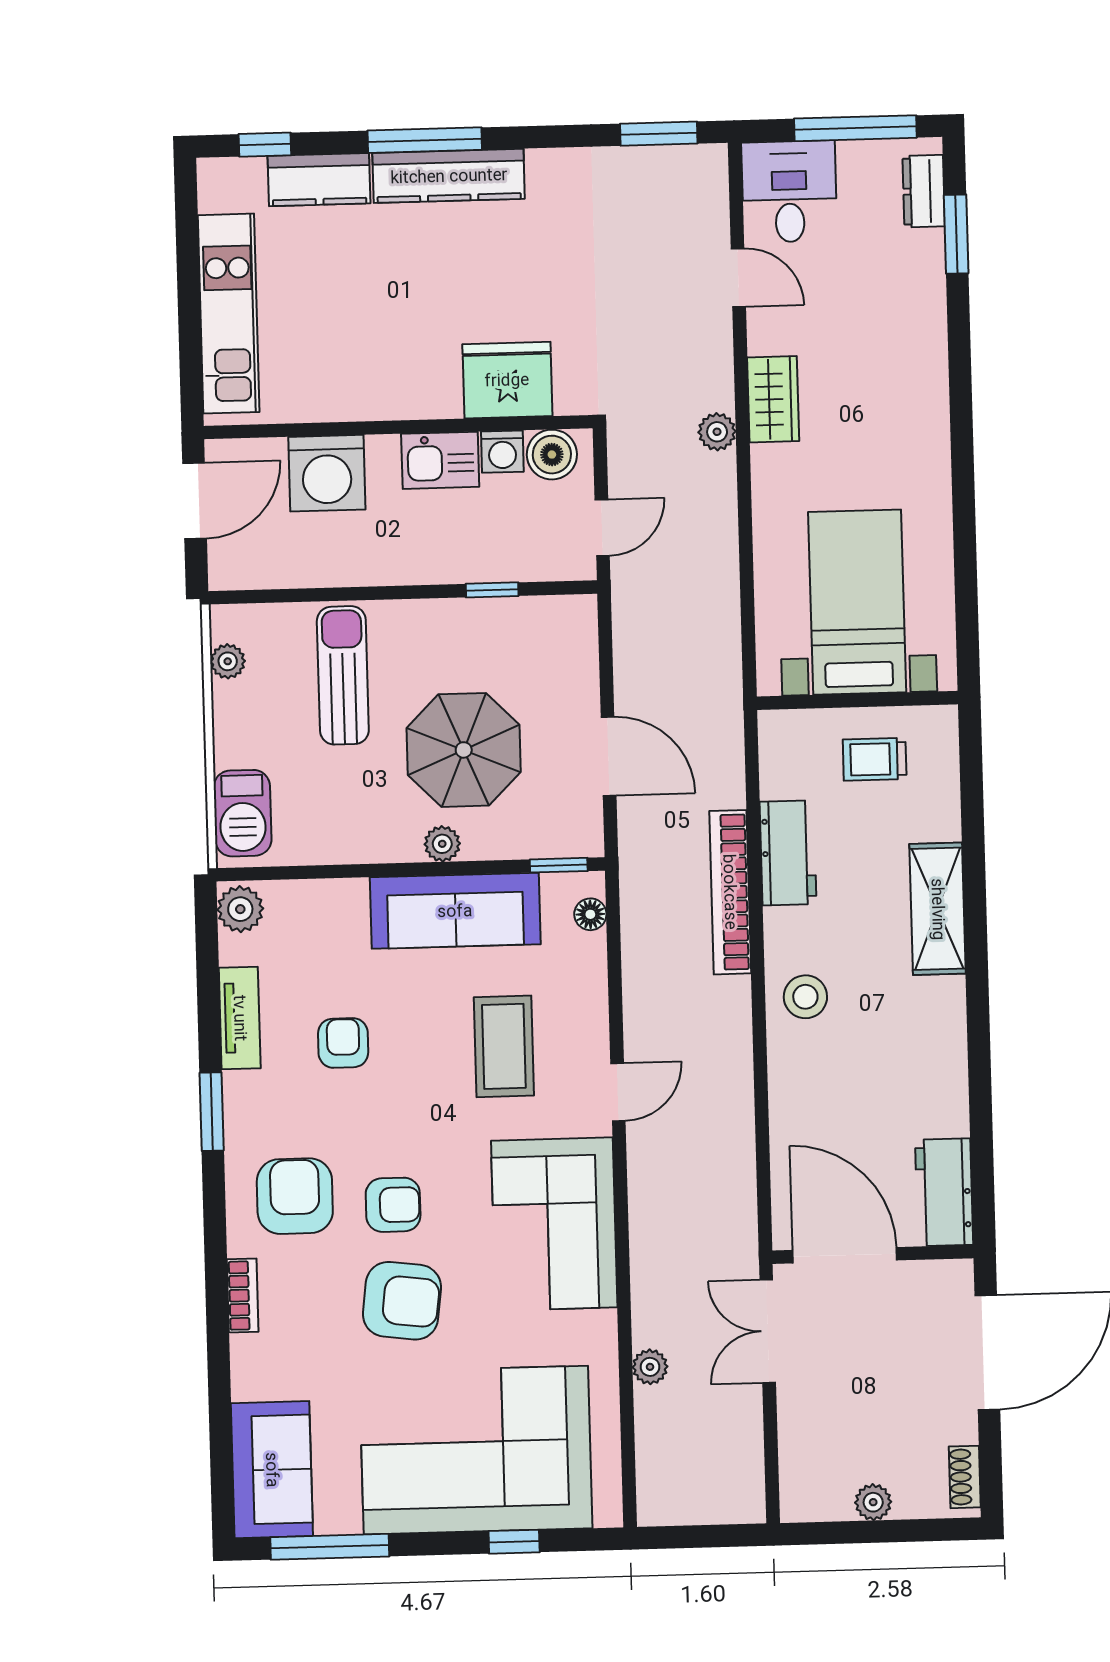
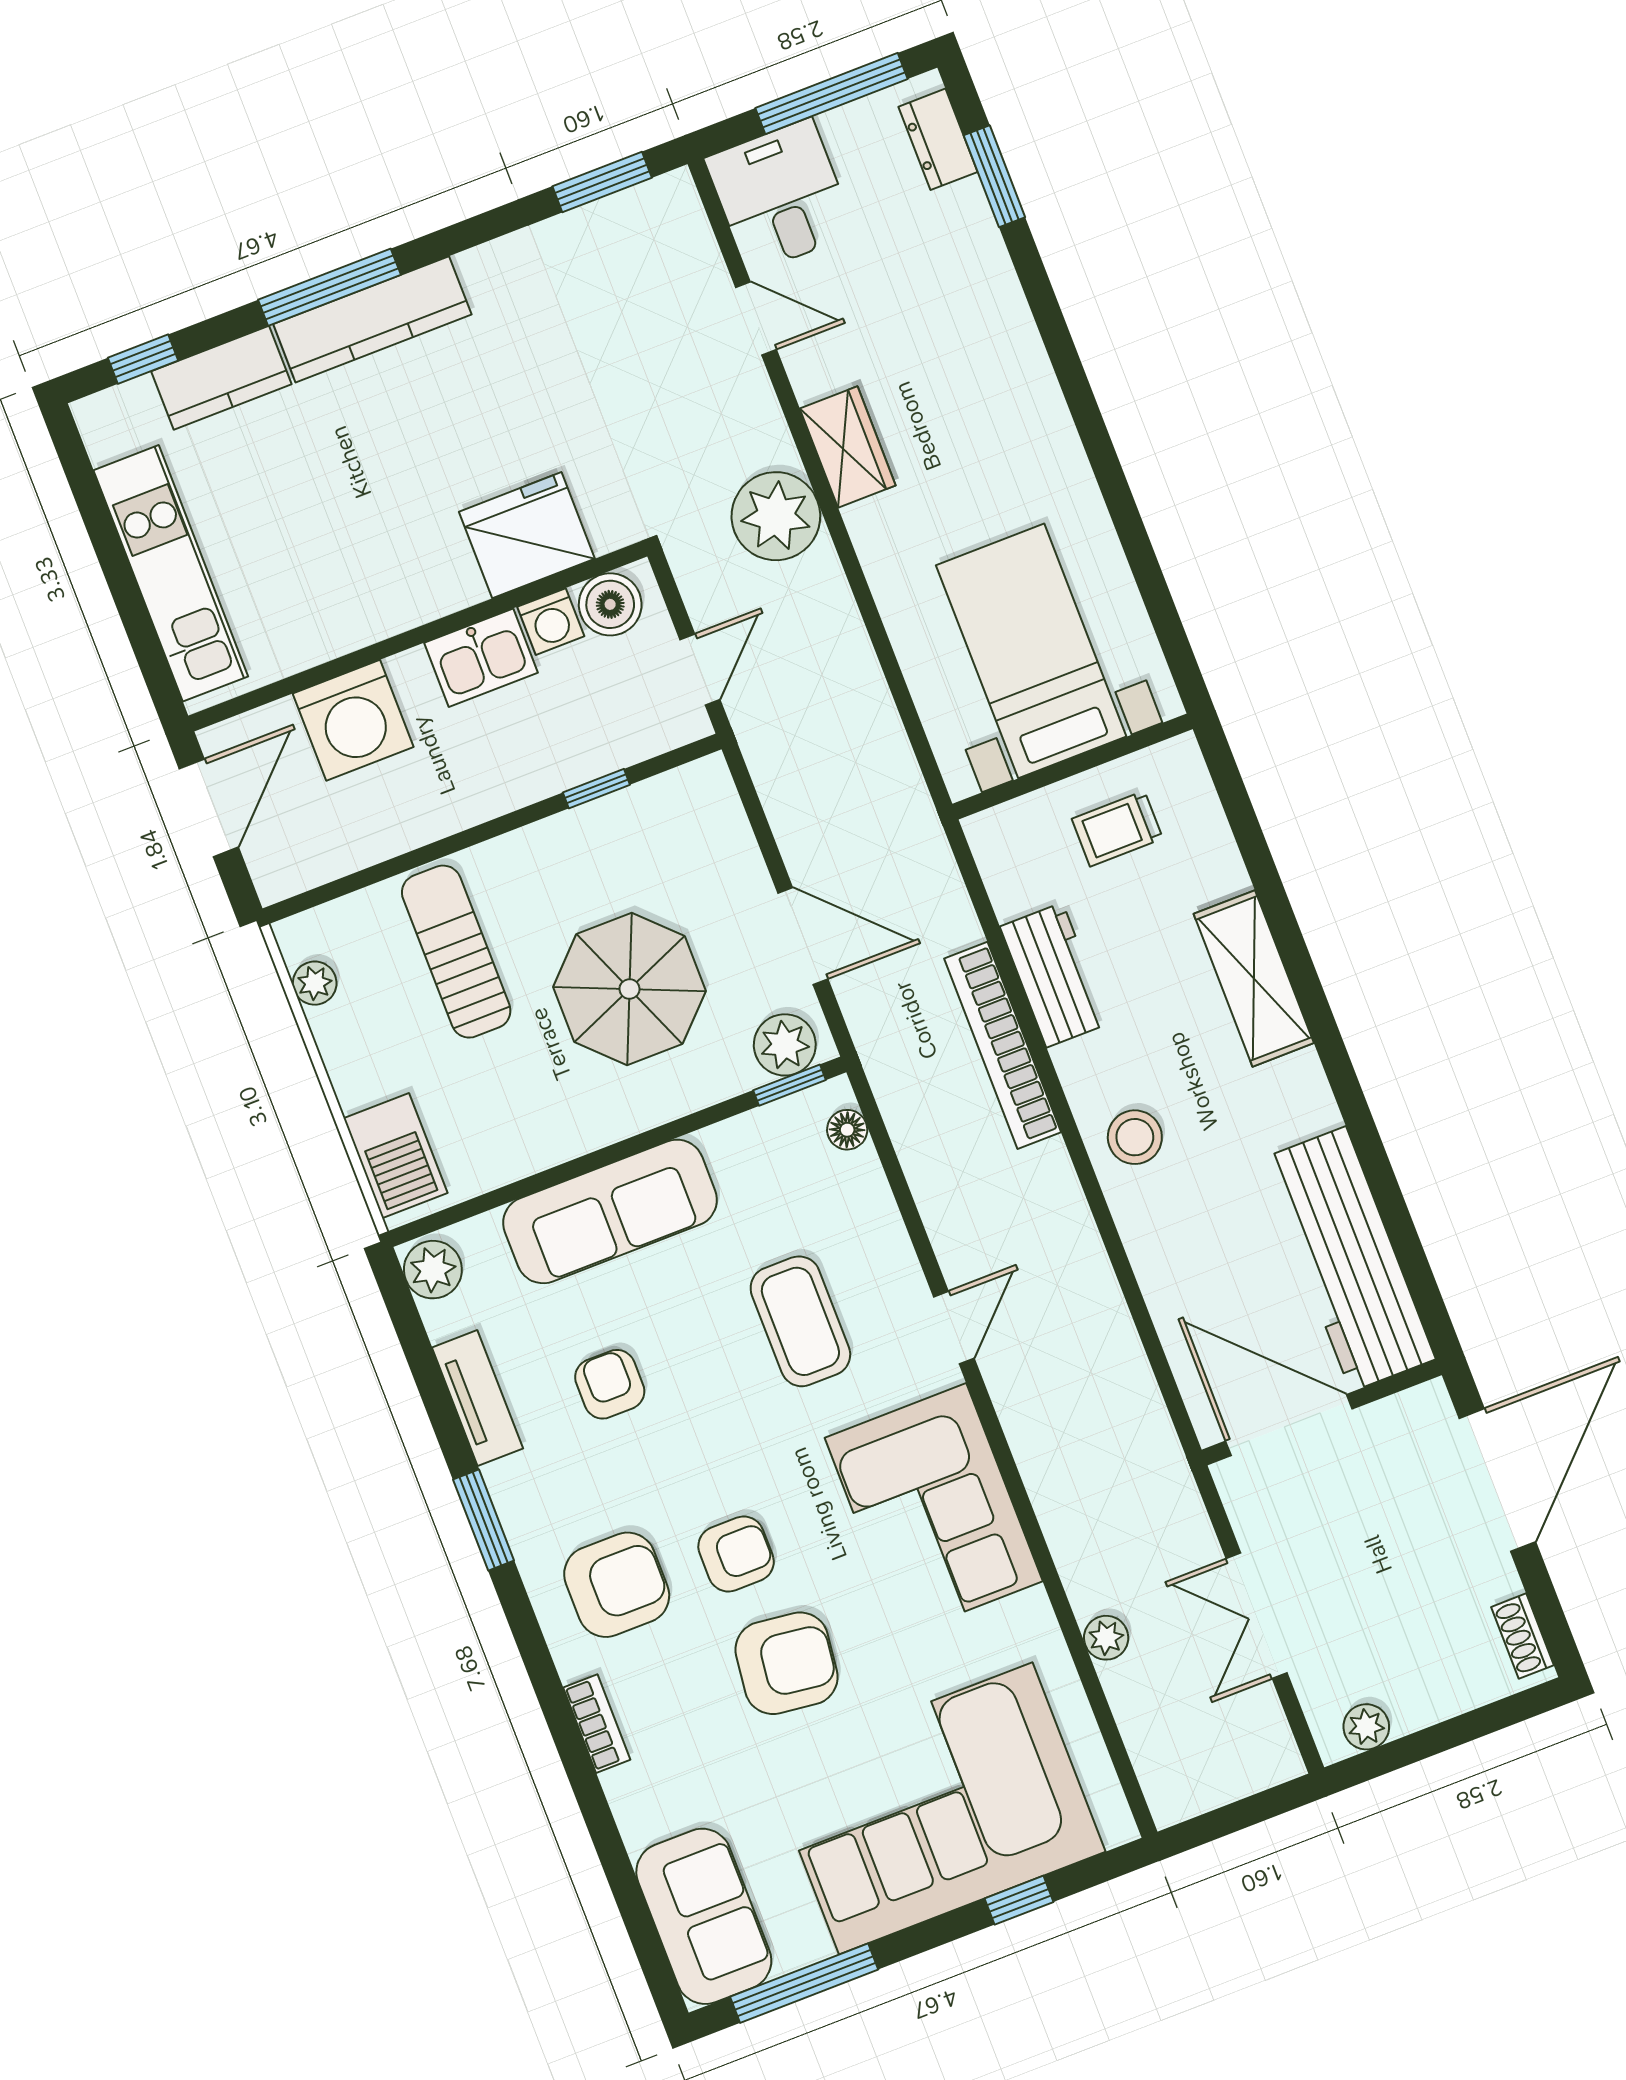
plant: (717, 432) -> (776, 516), width x1.88, depth x1.88
plant: (442, 844) -> (785, 1045), moved, width x1.38, depth x1.38
sofa: (455, 911) -> (610, 1211), moved
workbench: (944, 1192) -> (1348, 1259), width x1.88, depth x1.32
armchair: (295, 1196) -> (617, 1585), turned 90
double door: (768, 1331) -> (1257, 1616), moved
plant: (873, 1502) -> (1366, 1727), moved

